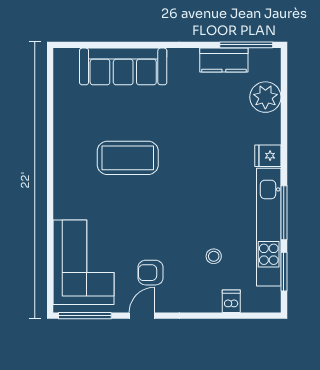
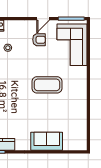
sofa: (123, 66) -> (47, 141), width x0.73
coffee table: (128, 158) -> (47, 85), moved

